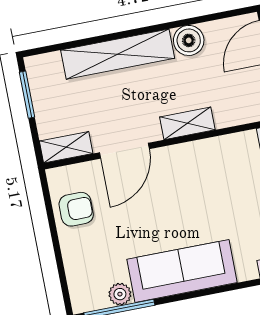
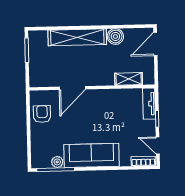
shelving: (187, 123) -> (129, 79), moved
shelving: (66, 147) -> (42, 81), removed
armchair: (76, 209) -> (42, 114), turned -90

